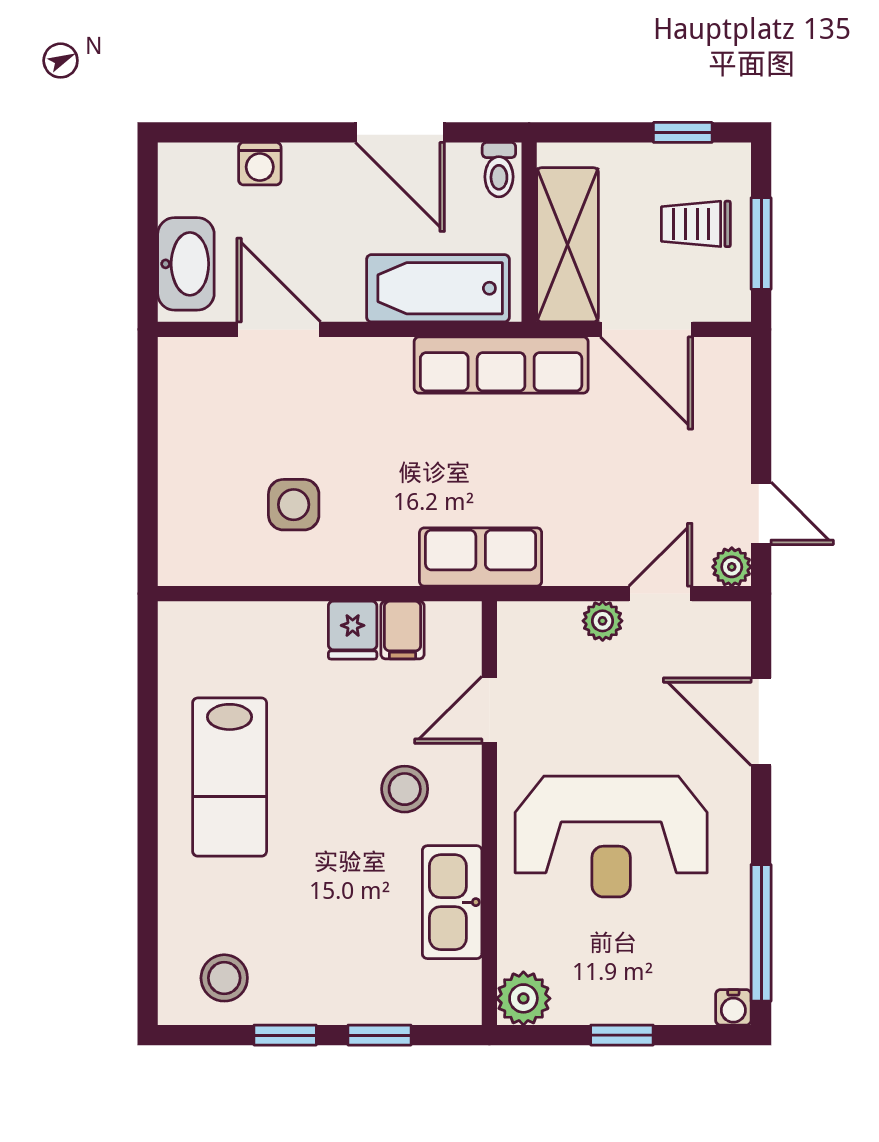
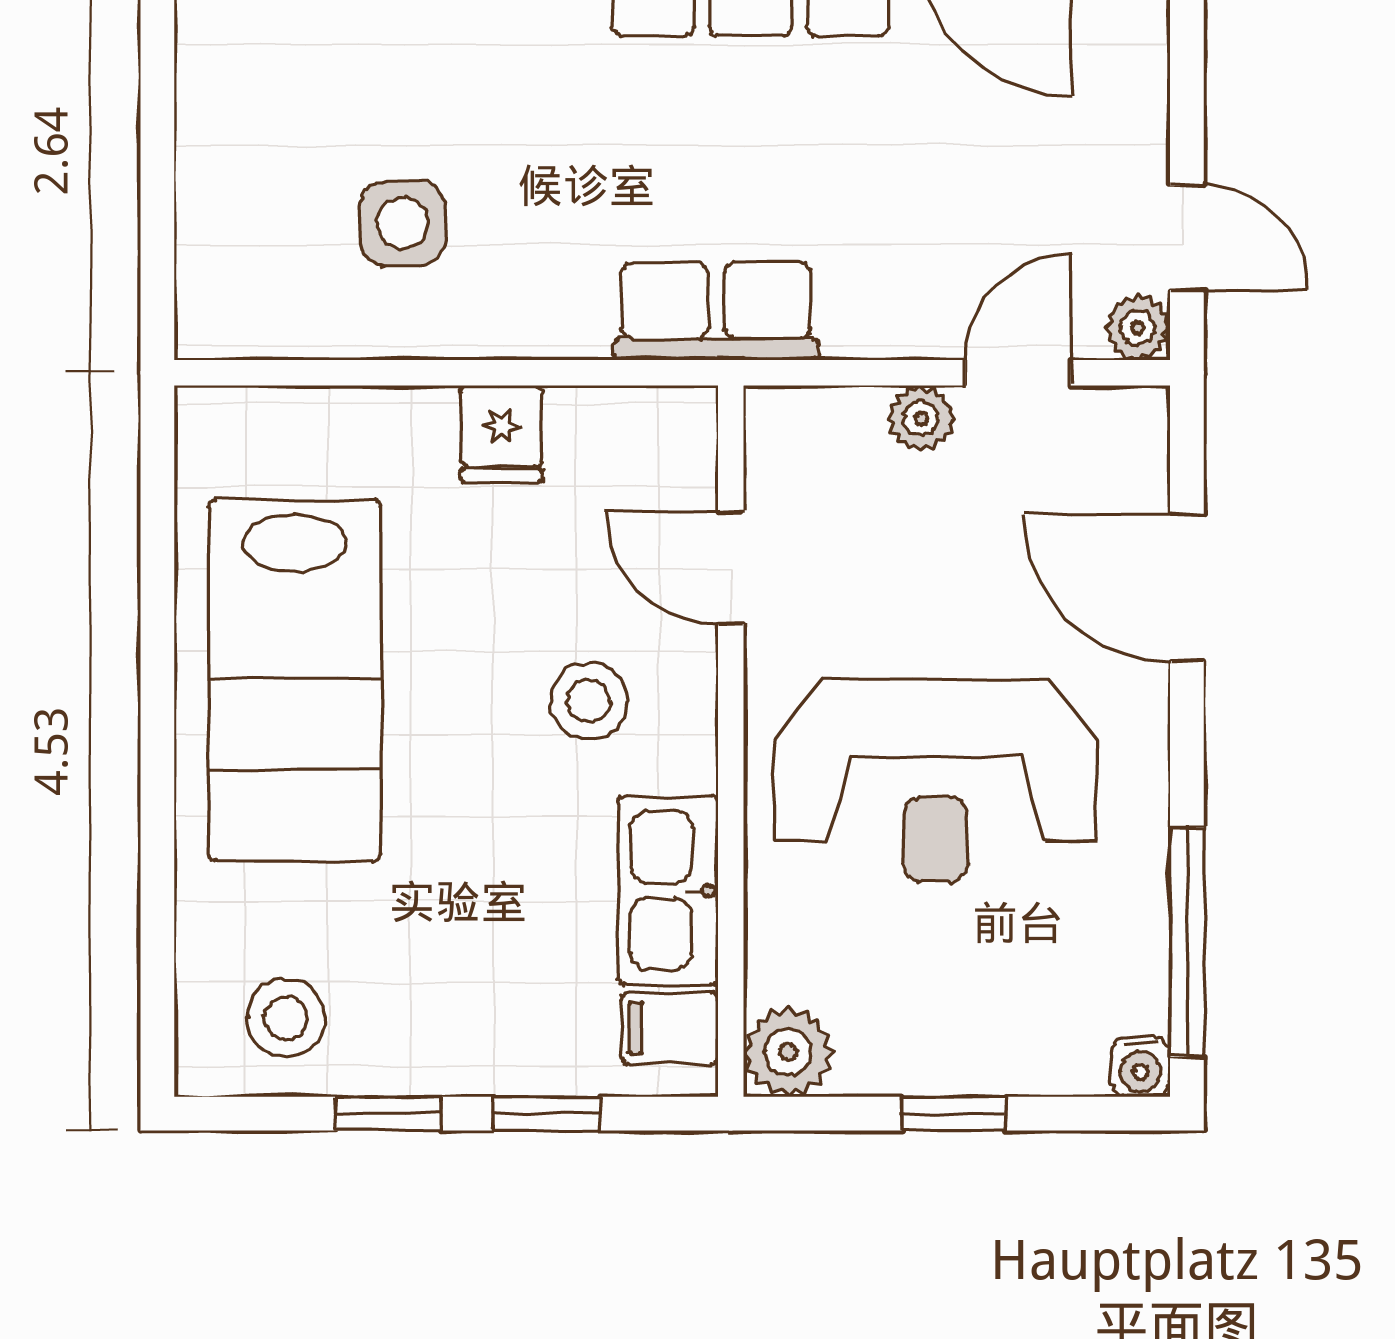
filing cabinet: (402, 630) -> (670, 1028), moved, turned 90
door: (489, 710) -> (731, 568), hinge flipped
lab bench: (230, 777) -> (295, 680), width x1.36, depth x1.39

